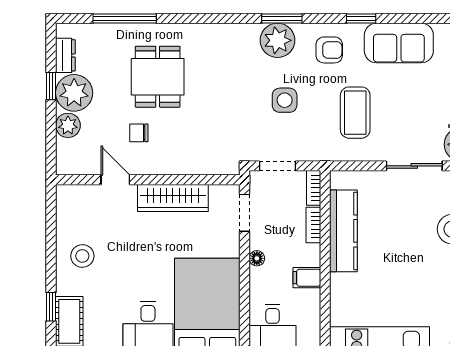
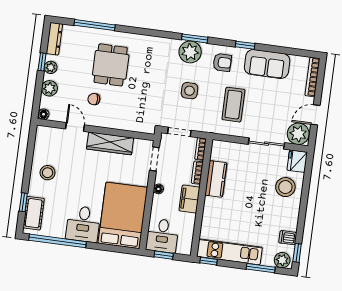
dresser: (65, 55) -> (54, 39), width x1.44
plant: (74, 93) -> (51, 67), width x0.53, depth x0.53
floor lamp: (64, 167) -> (44, 114), added
kitchen counter: (343, 231) -> (216, 179), width x0.67
filing cabinet: (307, 278) -> (189, 199), width x2.00

